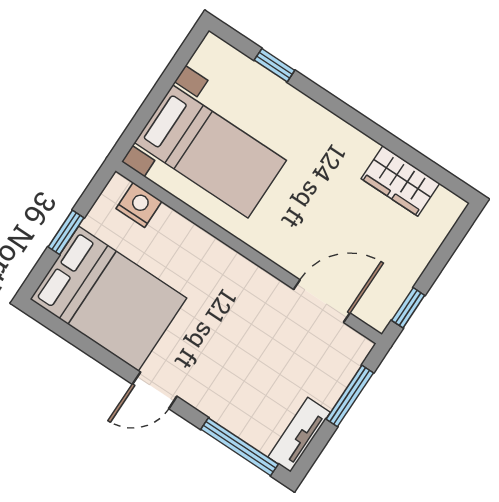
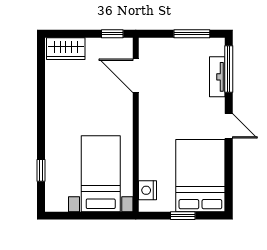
wardrobe: (400, 181) -> (66, 49), moved, turned 90
window: (350, 396) -> (192, 34), moved
tv unit: (299, 435) -> (217, 77), moved, turned 90

